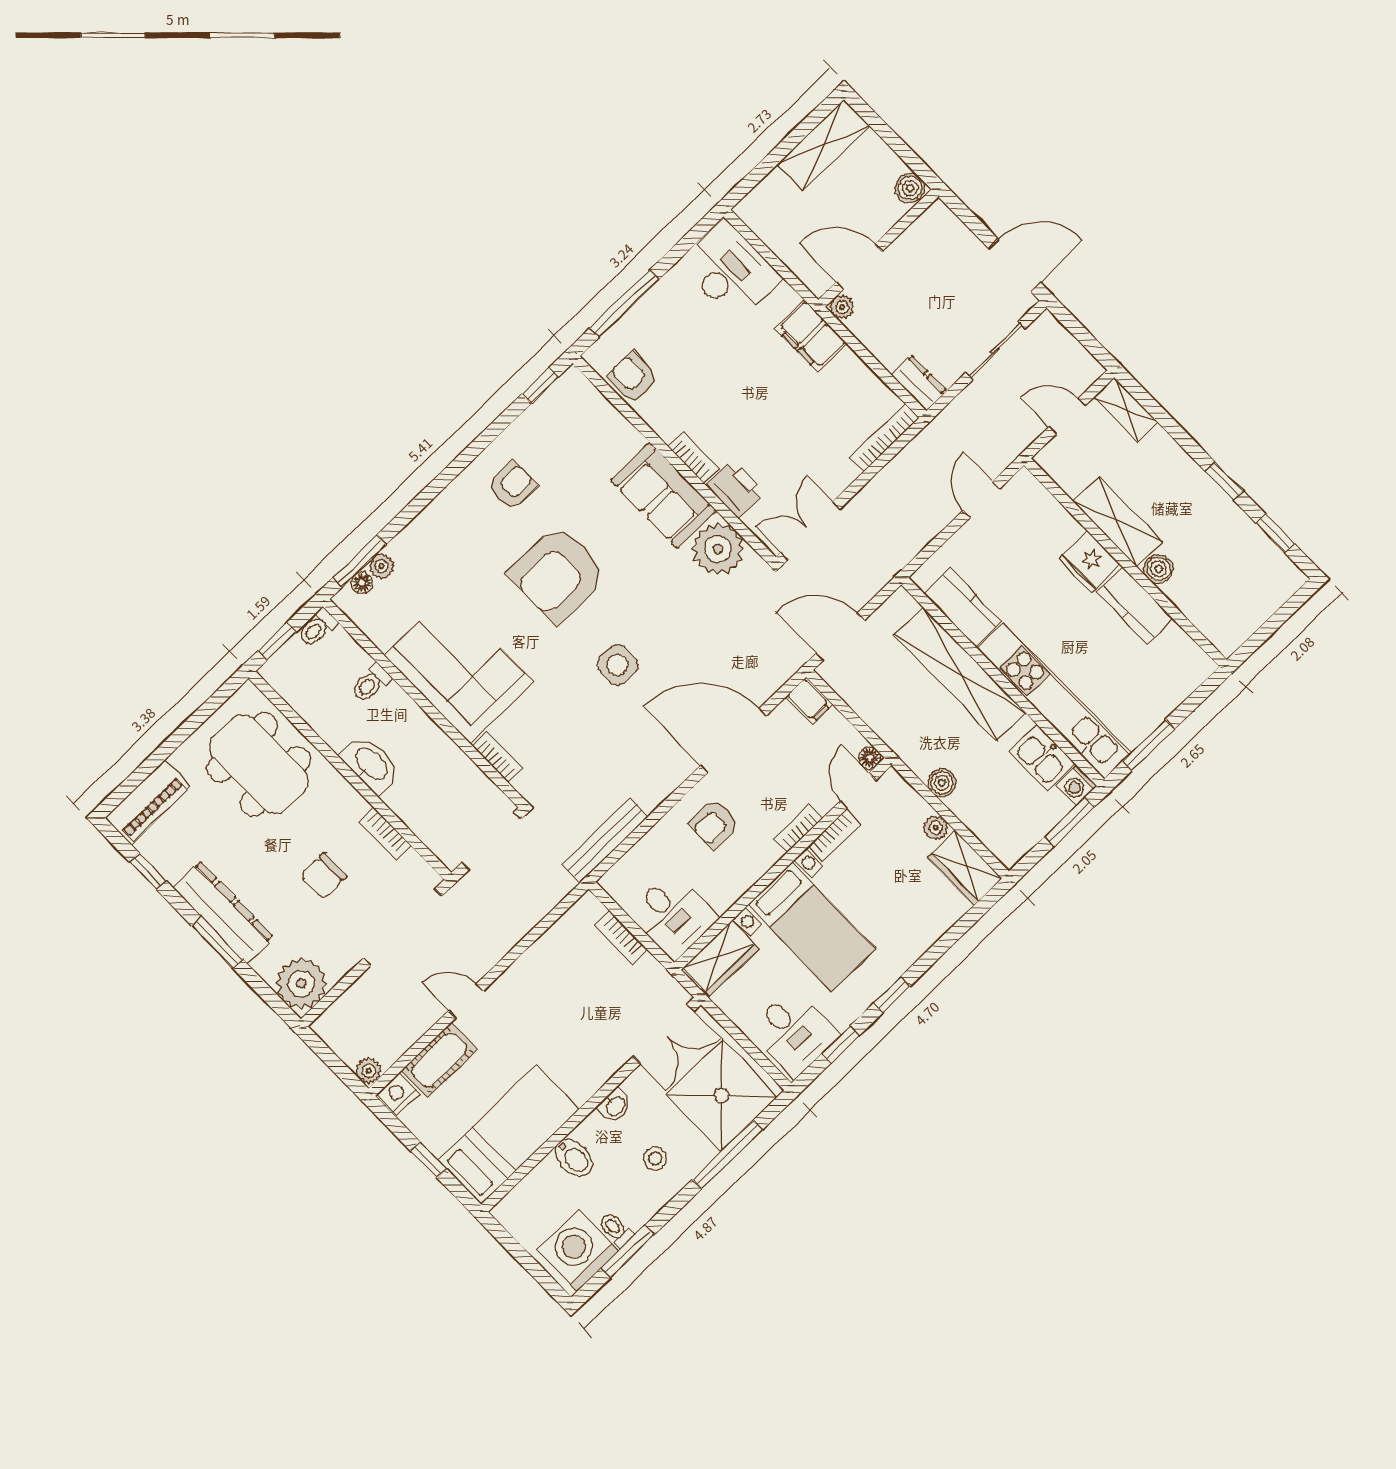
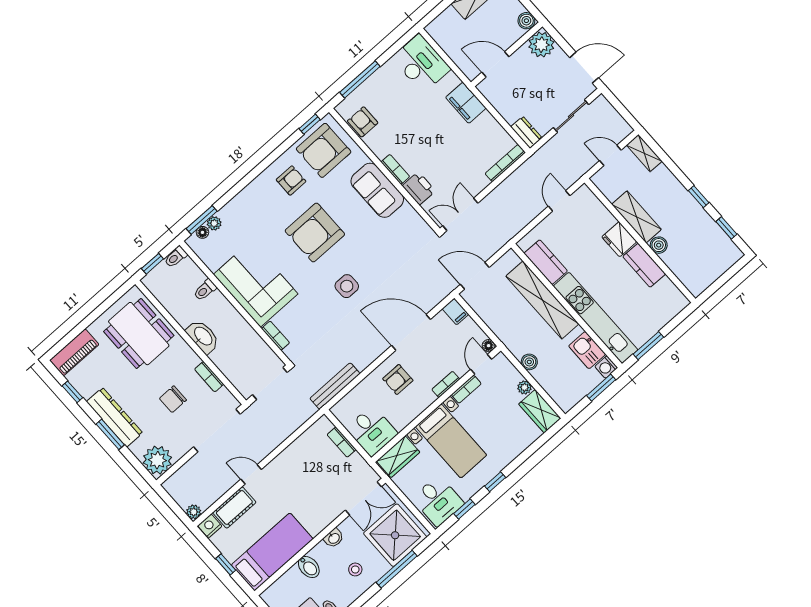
plant: (842, 307) -> (541, 45), moved, width x1.87, depth x1.87
armchair: (567, 430) -> (324, 150), added
plant: (718, 549) -> (407, 222), removed

